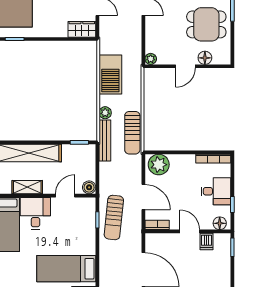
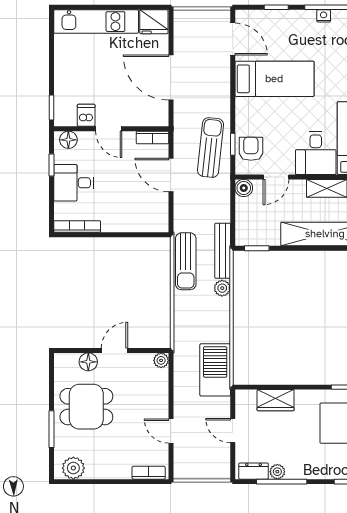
wardrobe: (82, 29) -> (276, 400), moved
barbecue: (110, 75) -> (215, 370), moved
sun lounger: (132, 133) -> (186, 261), turned 180
plant: (159, 165) -> (150, 219), removed
armchair: (84, 217) -> (251, 149), added

